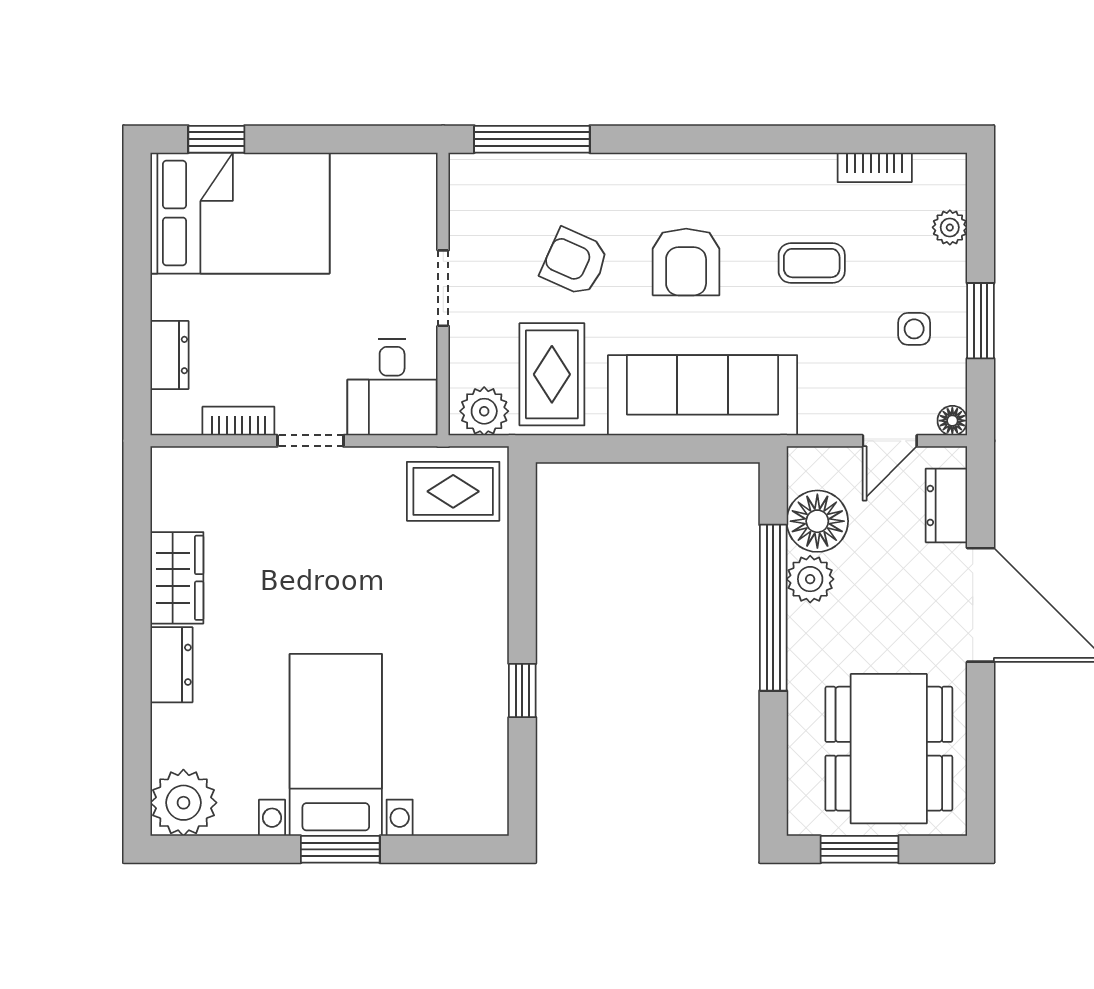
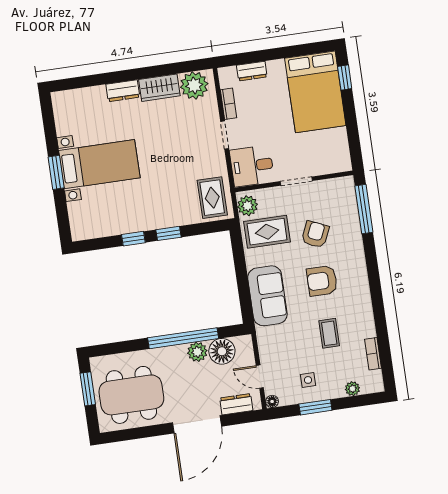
sofa: (703, 395) -> (267, 296), width x0.73
window: (522, 606) -> (168, 233), added
plant: (183, 803) -> (194, 85), moved

